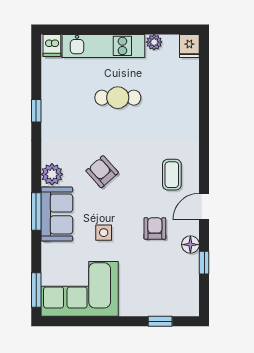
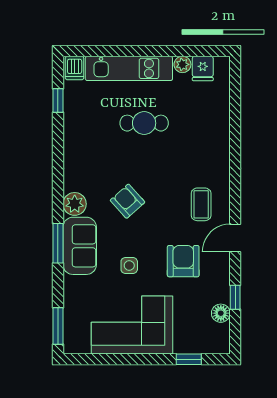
fridge: (189, 46) -> (203, 68), moved
window: (36, 111) -> (58, 101), moved
armchair: (155, 228) -> (183, 261), width x1.38, depth x1.38
floor lamp: (190, 245) -> (221, 313), moved
corner sofa: (80, 289) -> (132, 325), moved

